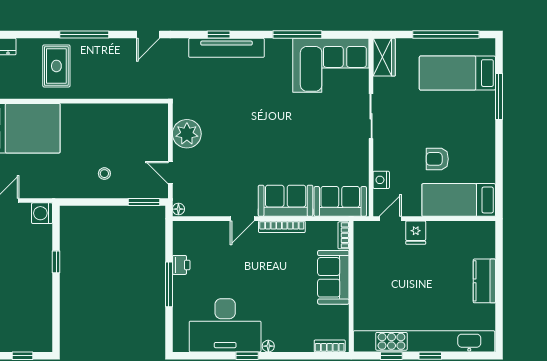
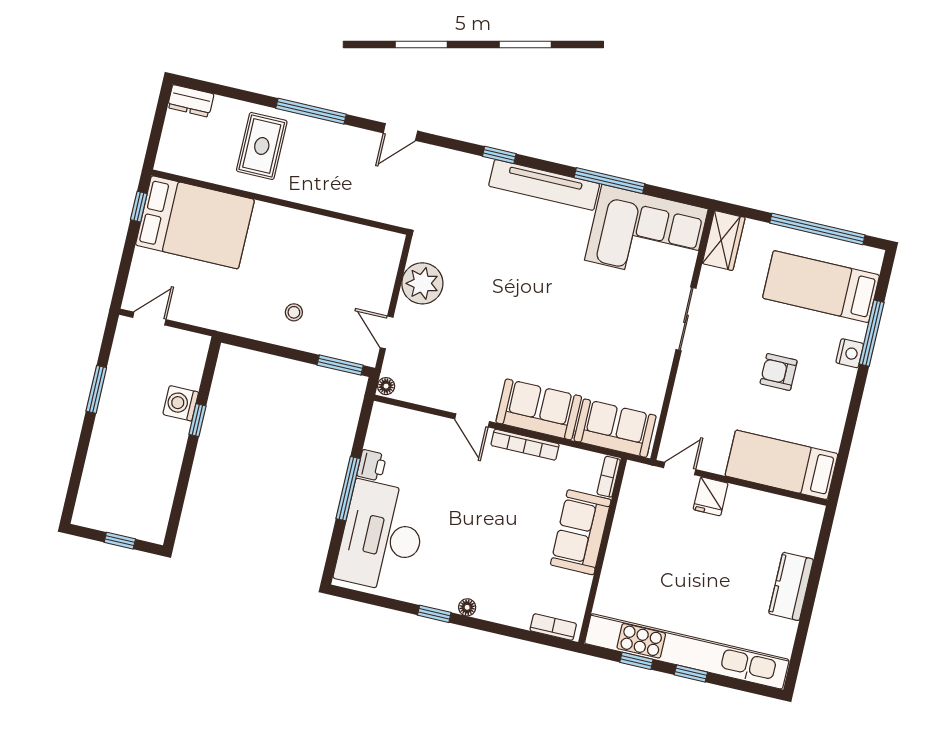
tv unit: (226, 48) -> (544, 185), moved
armchair: (437, 159) -> (779, 372), moved
nightstand: (381, 180) -> (850, 353), moved, turned 180
washing machine: (42, 213) -> (181, 403), moved
door: (242, 219) -> (472, 420), hinge flipped
desk: (225, 325) -> (382, 537), moved, turned 90

